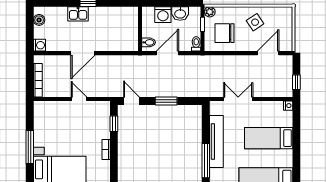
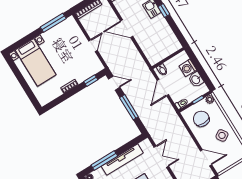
door: (167, 53) -> (163, 88), swing flipped
door: (132, 101) -> (114, 83), hinge flipped
window: (166, 101) -> (129, 107), width x1.44
window: (30, 147) -> (53, 23), moved

